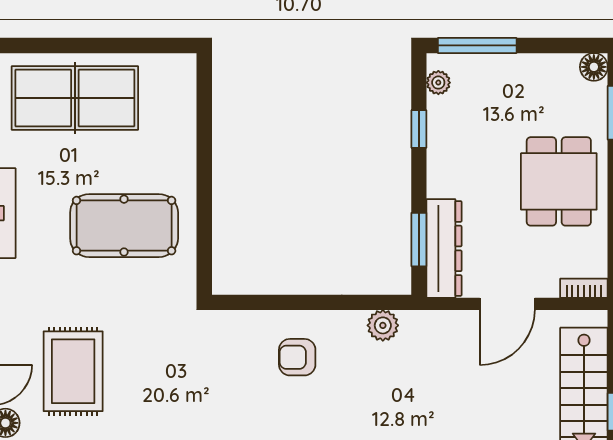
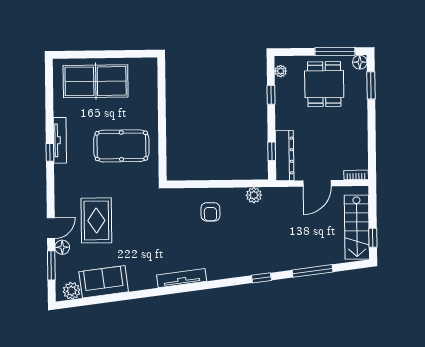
window: (477, 45) -> (335, 52), moved
dining table: (559, 181) -> (324, 84), moved
window: (419, 240) -> (272, 151), width x0.67
armchair: (297, 357) -> (210, 212), turned -90

